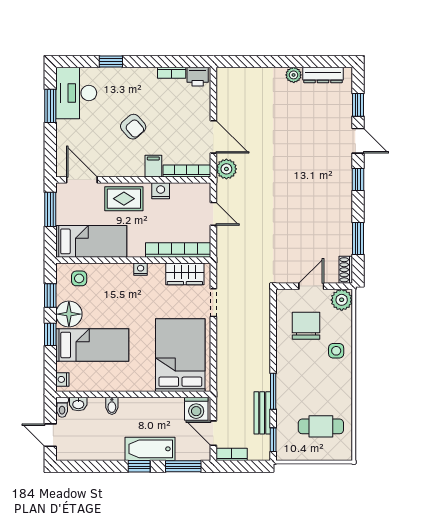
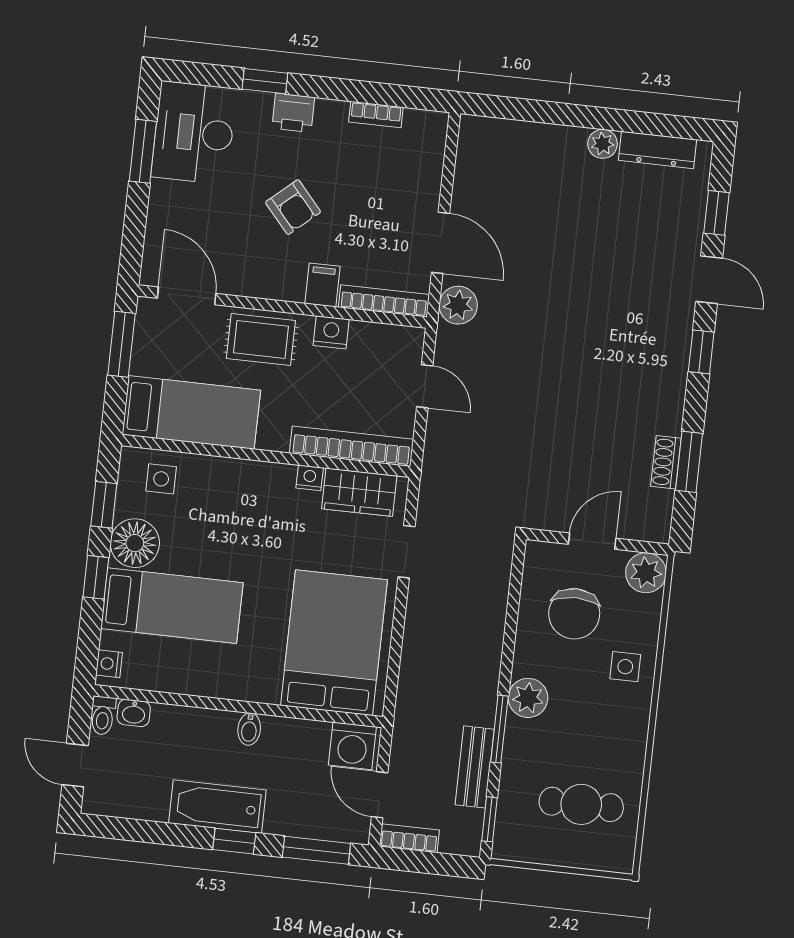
printer: (198, 77) -> (293, 113), moved
nightstand: (141, 269) -> (310, 478), moved
shoe rack: (346, 270) -> (666, 462), moved
chair: (306, 326) -> (574, 614), turned 180
plant: (286, 373) -> (528, 698), added
bidet: (112, 406) -> (249, 729), moved
bathtub: (150, 449) -> (217, 807), moved

